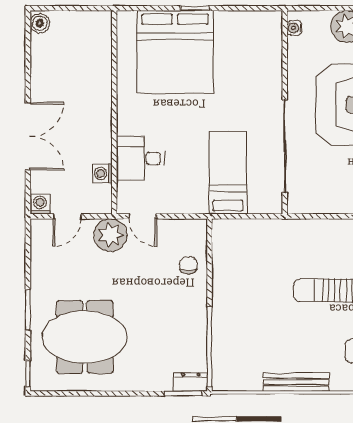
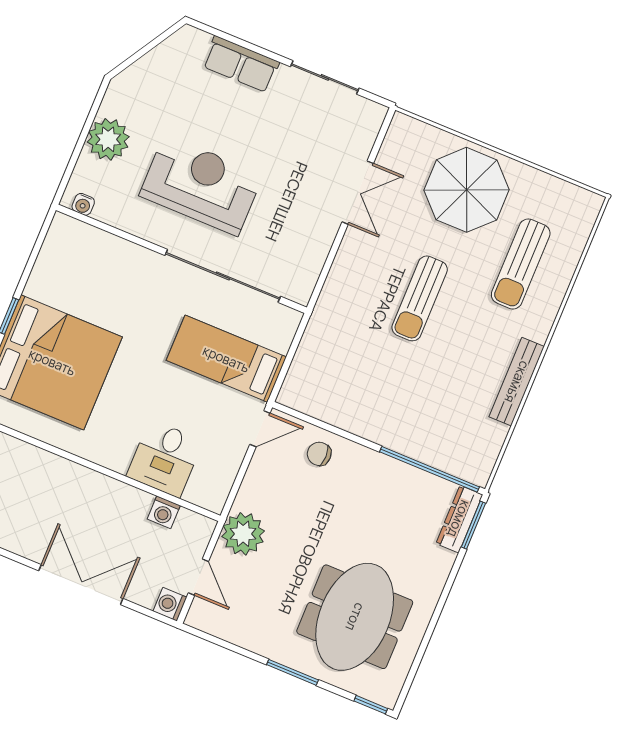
door: (143, 216) -> (260, 429), moved
dresser: (191, 382) -> (459, 519), width x1.44

